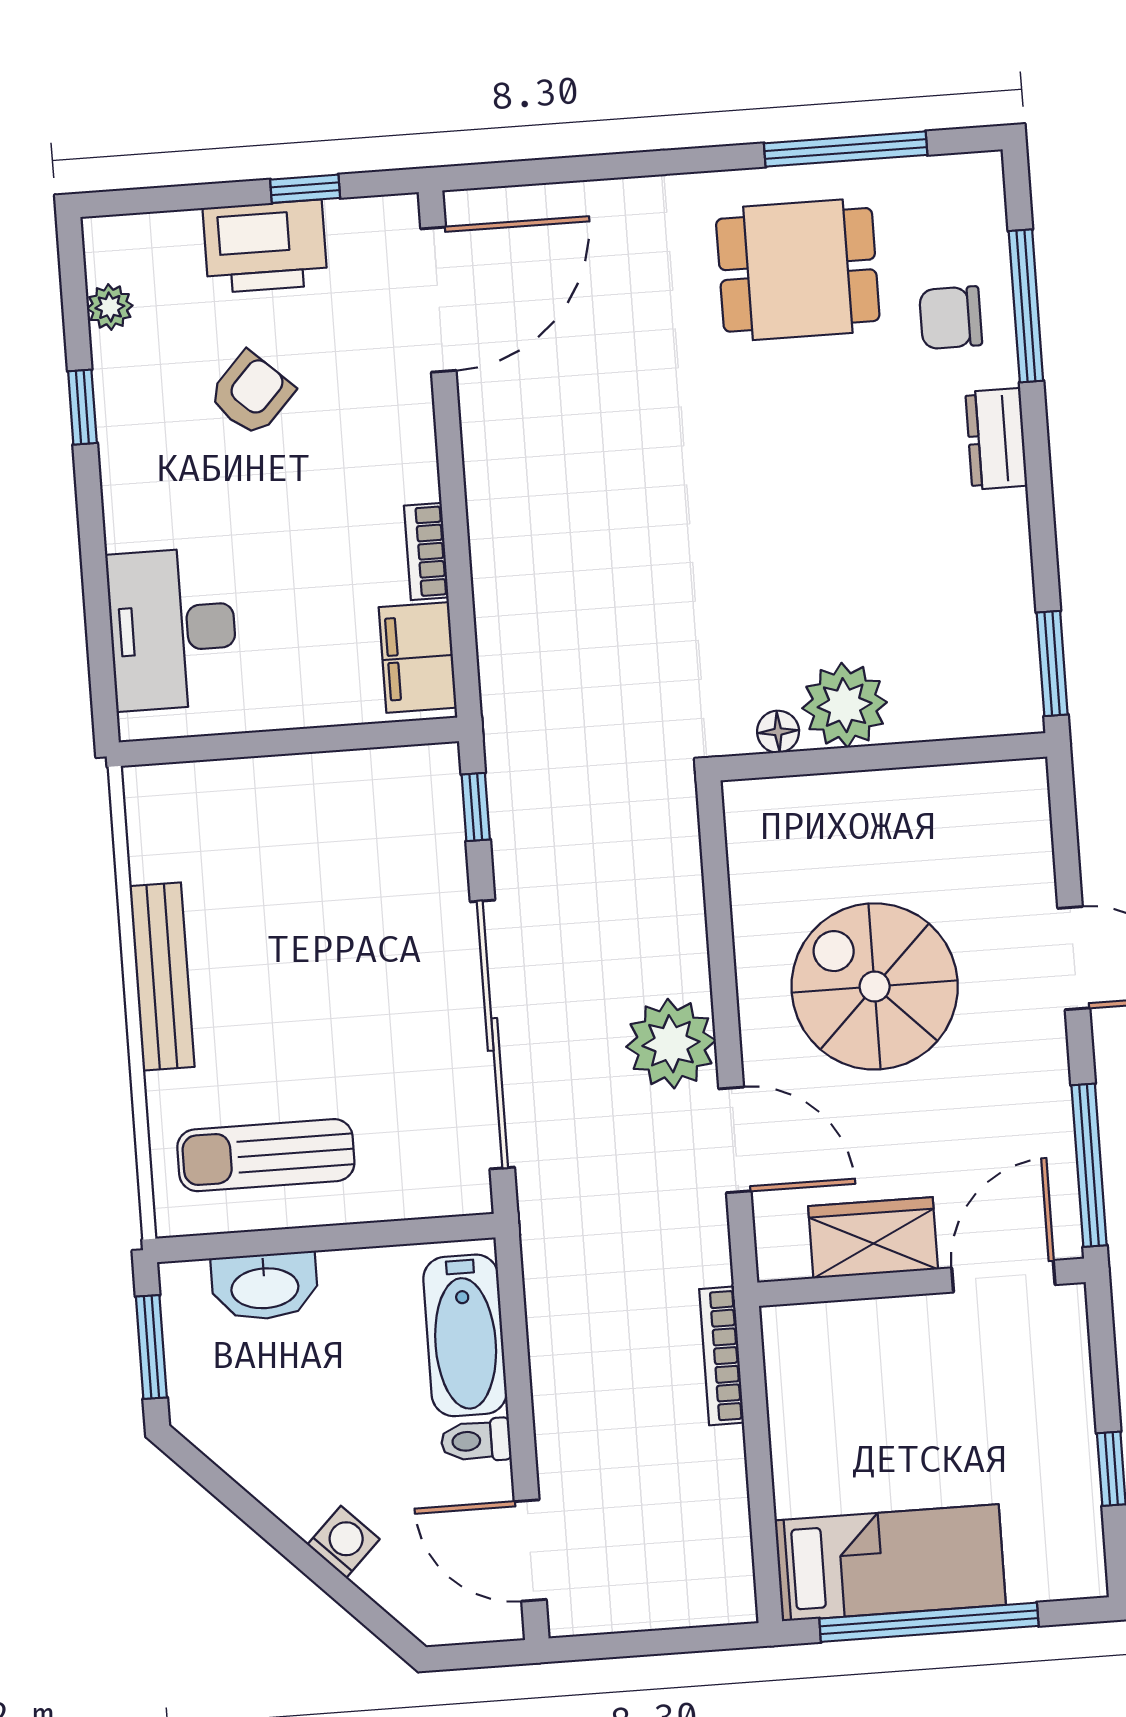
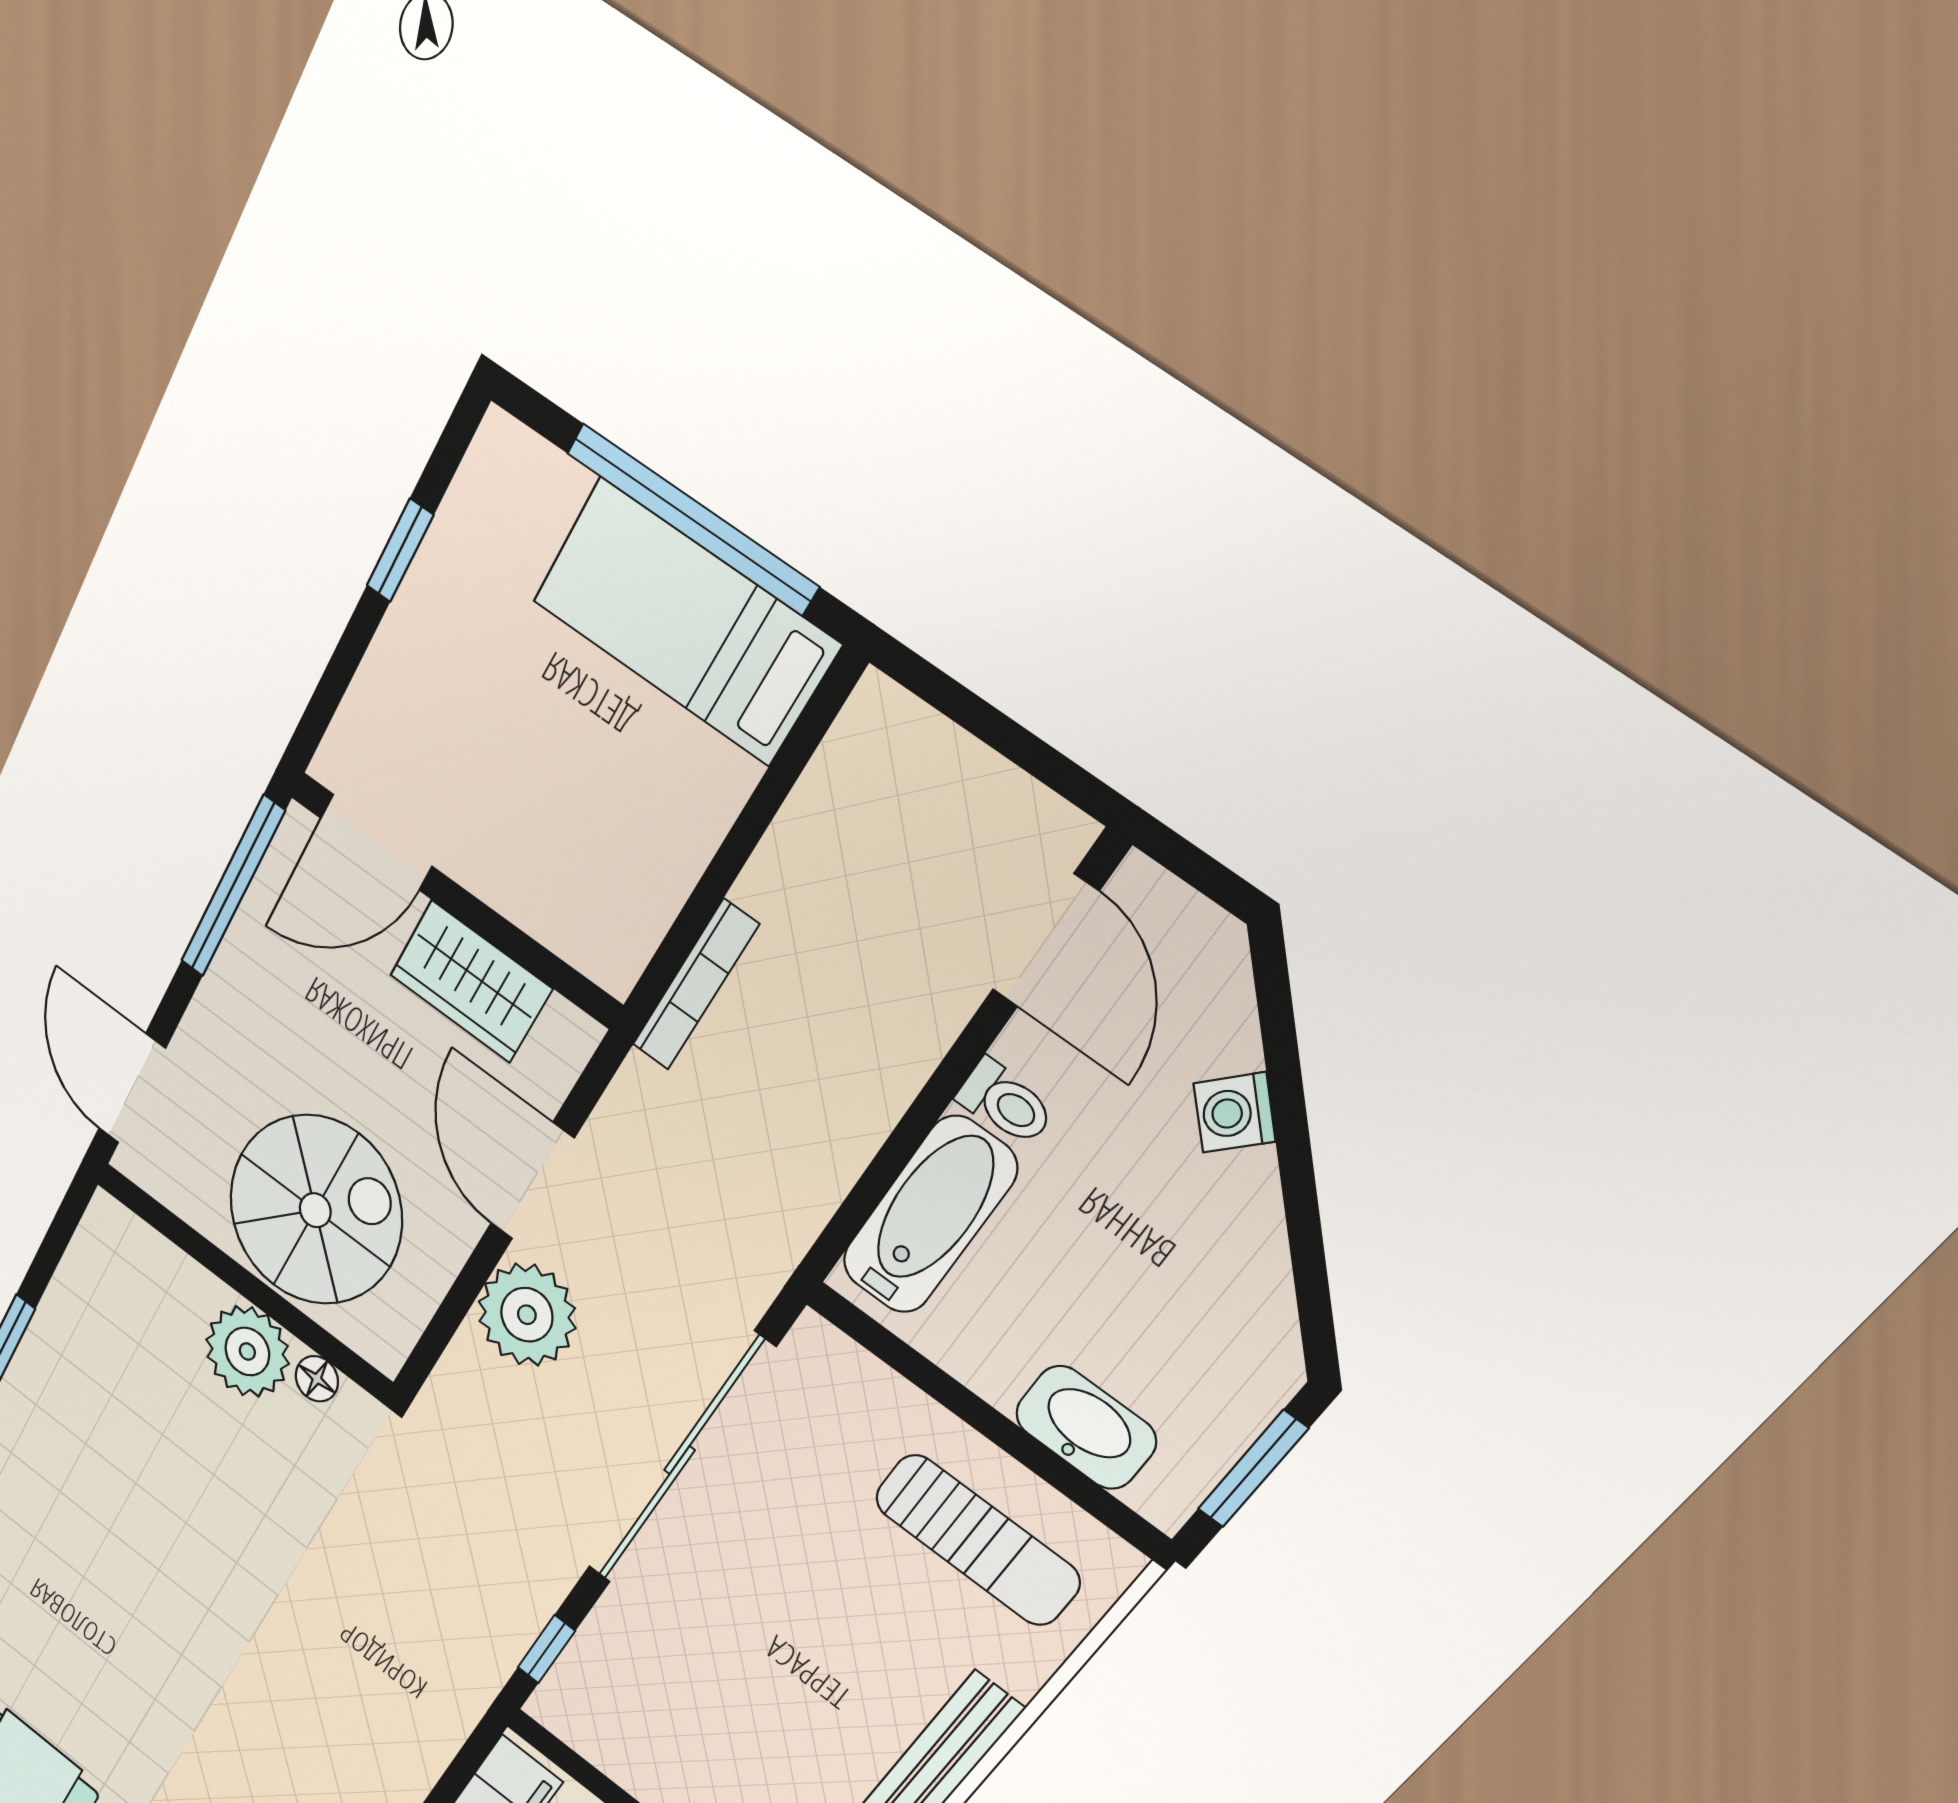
plant: (845, 705) -> (247, 1352), moved
floor lamp: (778, 732) -> (317, 1379), moved
wall: (883, 757) -> (244, 1282), moved
spiral stairs: (875, 986) -> (315, 1210), turned -90

